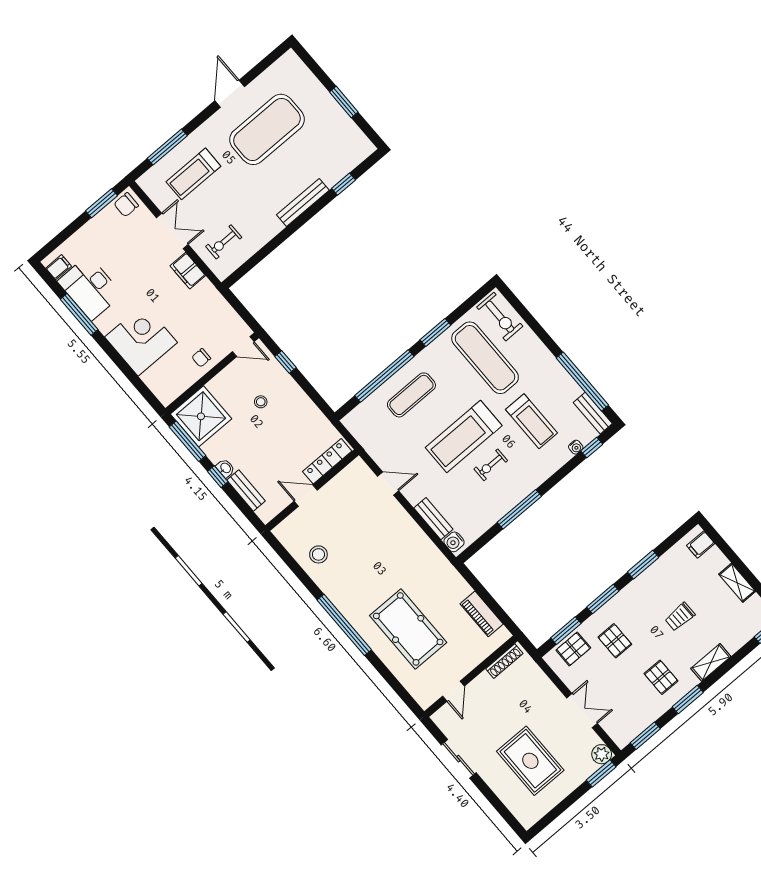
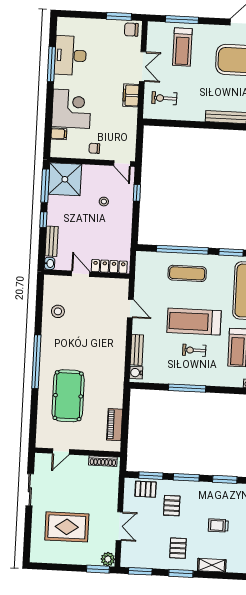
treadmill: (193, 174) -> (182, 47), turned -90
filing cabinet: (59, 267) -> (59, 134), moved
washbasin: (225, 468) -> (50, 263), moved
rug: (530, 761) -> (67, 527), turned 90

